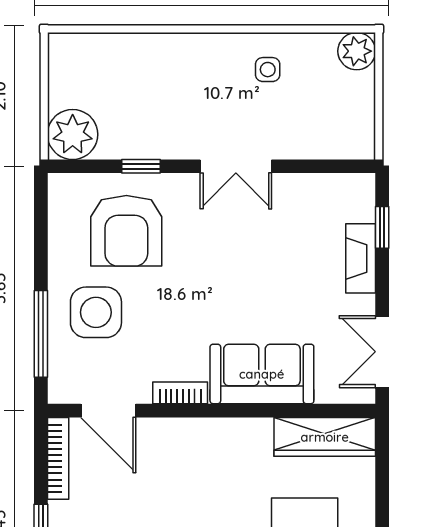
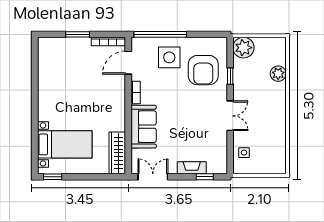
plant: (357, 51) -> (278, 74), moved
side table: (268, 70) -> (244, 153), moved
double door: (236, 166) -> (230, 116), swing flipped
armchair: (126, 231) -> (203, 70), turned -90
window: (41, 334) -> (160, 34), width x1.46

